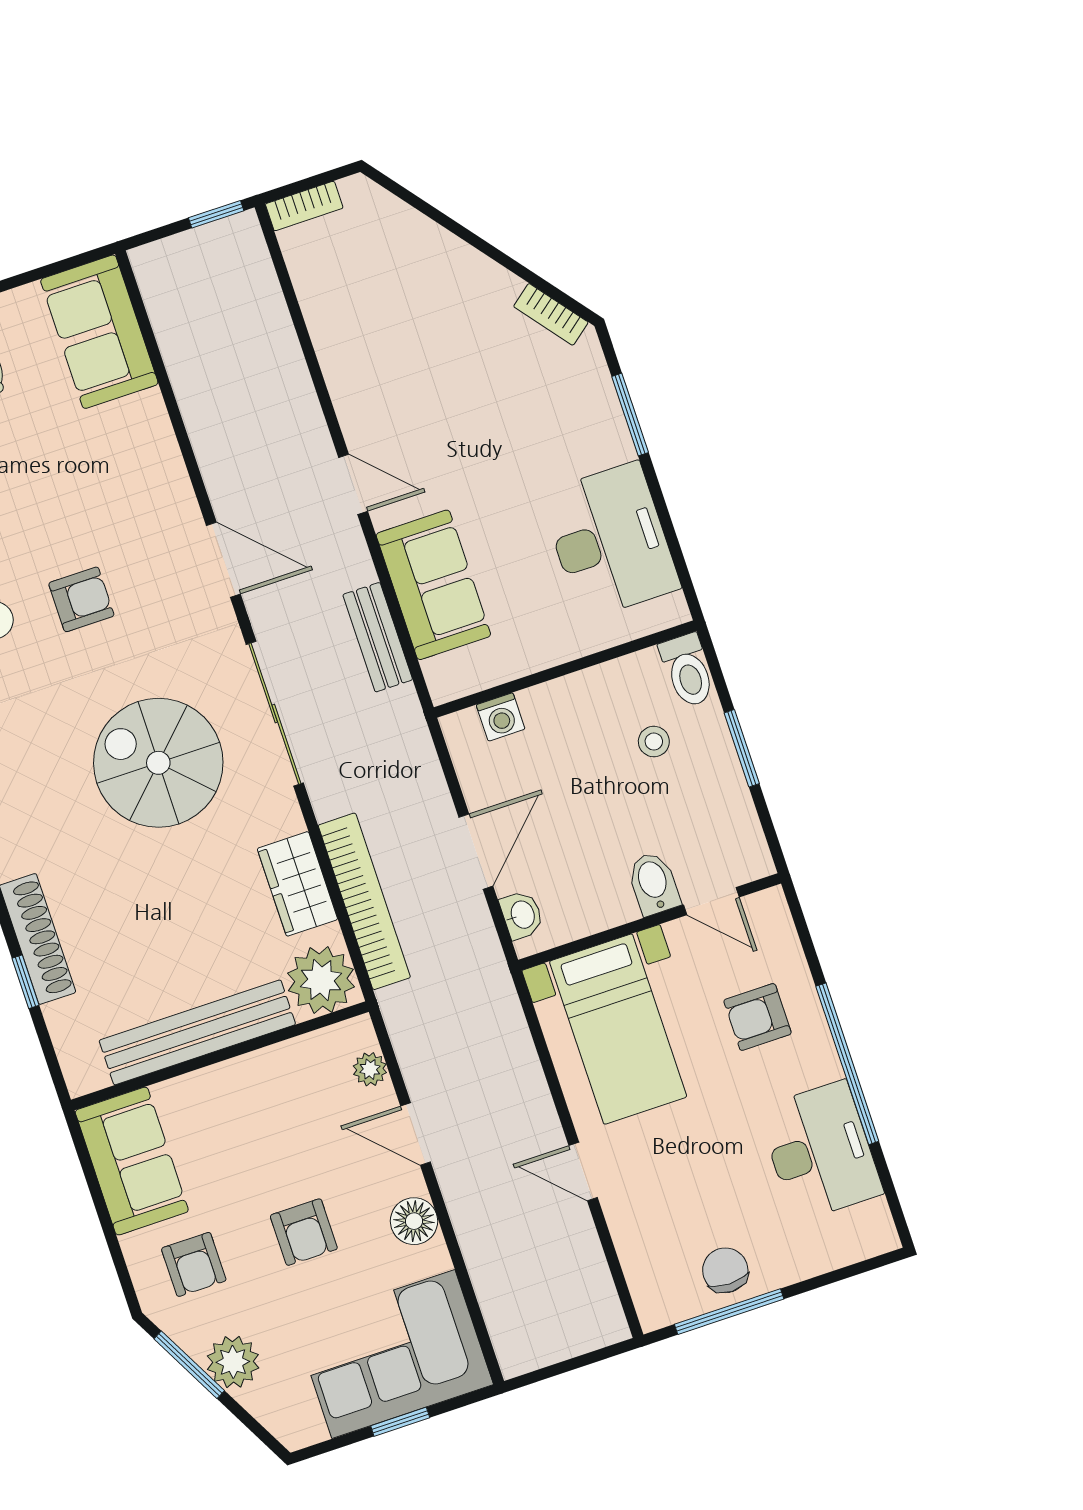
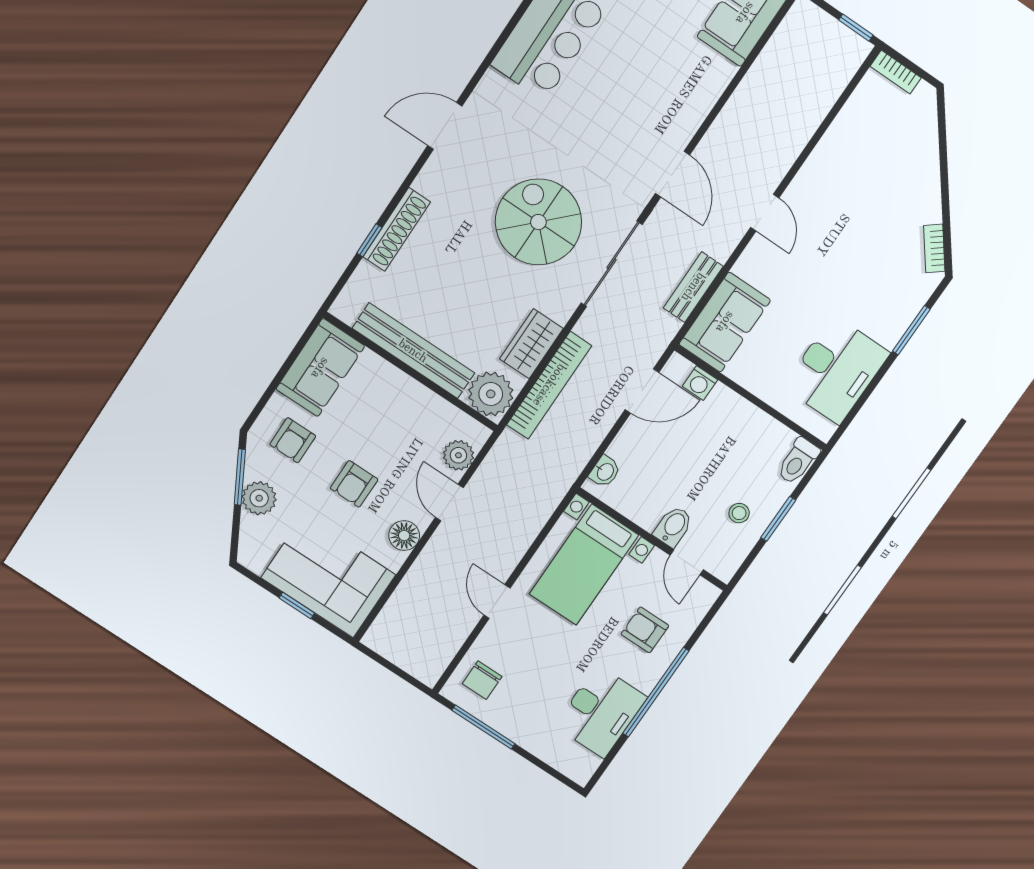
sofa: (433, 585) -> (725, 322), moved
armchair: (81, 599) -> (594, 114), removed
stool: (654, 742) -> (739, 513), moved
door: (476, 852) -> (642, 391), moved
plant: (370, 1069) -> (458, 455), width x1.38, depth x1.38
chair: (725, 1270) -> (482, 680), moved, turned 180

